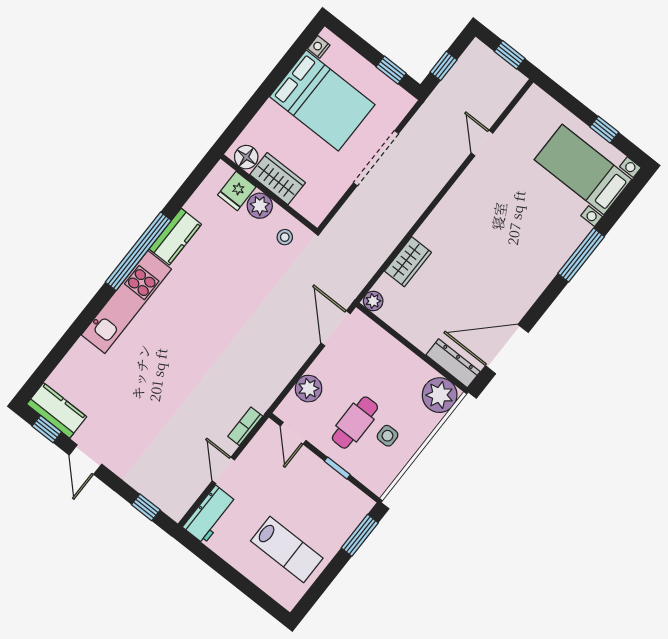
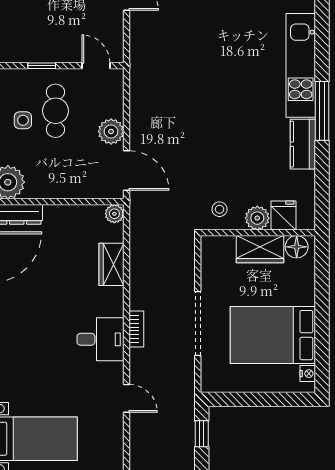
window: (391, 70) -> (239, 399), removed
desk: (465, 208) -> (100, 339), added
window: (138, 251) -> (322, 111), width x0.68
plant: (309, 389) -> (111, 131), moved
bookcase: (245, 426) -> (136, 329), moved

